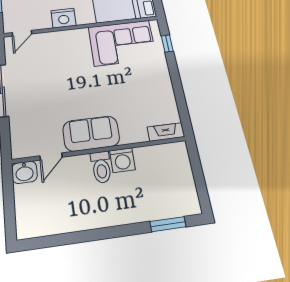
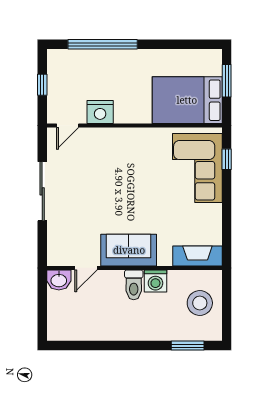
nightstand: (64, 18) -> (100, 112), moved
corner sofa: (122, 43) -> (197, 168), moved, turned 90
fireplace: (166, 132) -> (197, 256), width x1.37, depth x1.32
stool: (171, 177) -> (200, 303), added

